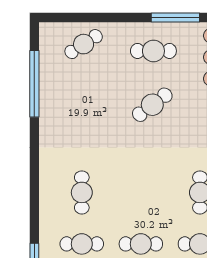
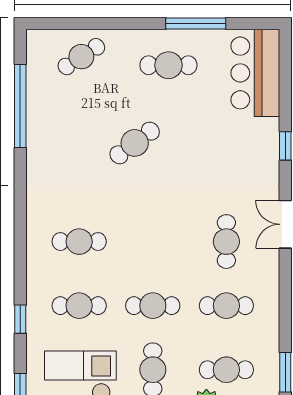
cafe table: (152, 105) -> (135, 143), moved
cafe table: (82, 192) -> (79, 242), turned 90

